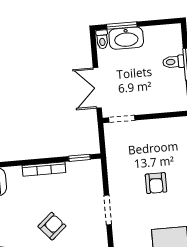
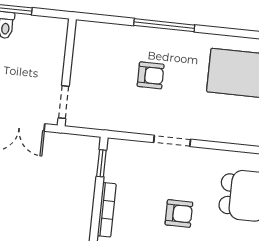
armchair: (52, 226) -> (179, 213), turned 131

